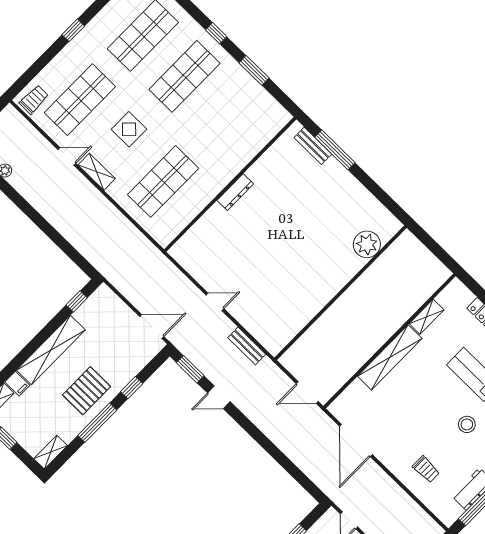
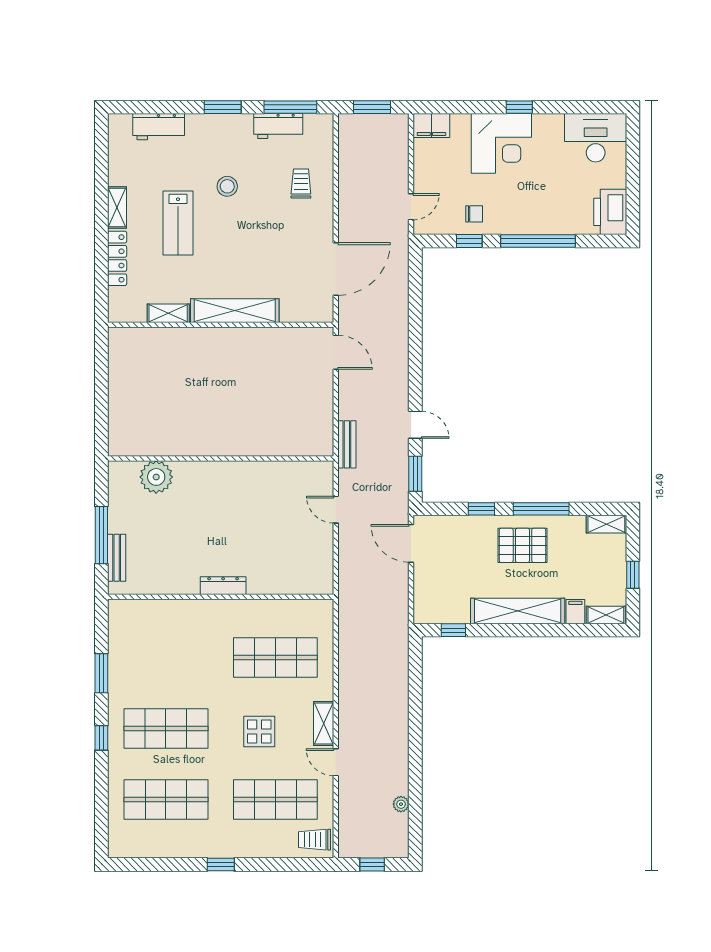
plant: (367, 244) -> (156, 477), moved
wall: (341, 293) -> (221, 459), moved

